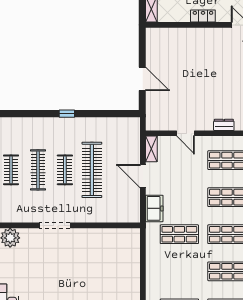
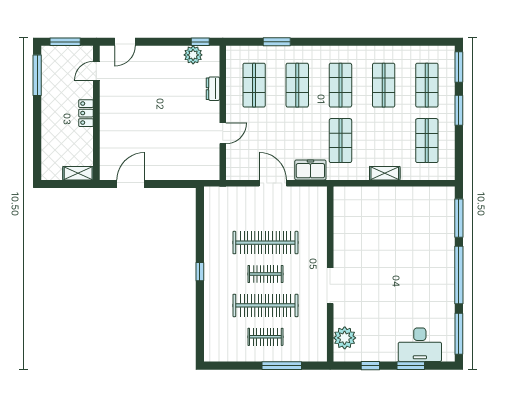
door: (142, 79) -> (131, 184), moved
shelving: (151, 149) -> (385, 173), moved
clothes rail: (38, 170) -> (265, 305), width x1.37, depth x1.31
door: (143, 176) -> (273, 183), swing flipped

